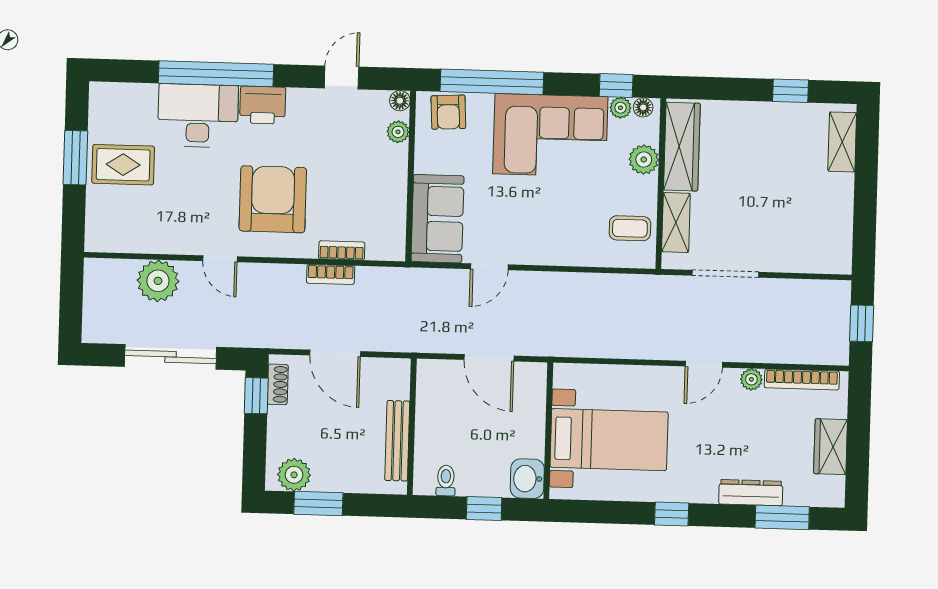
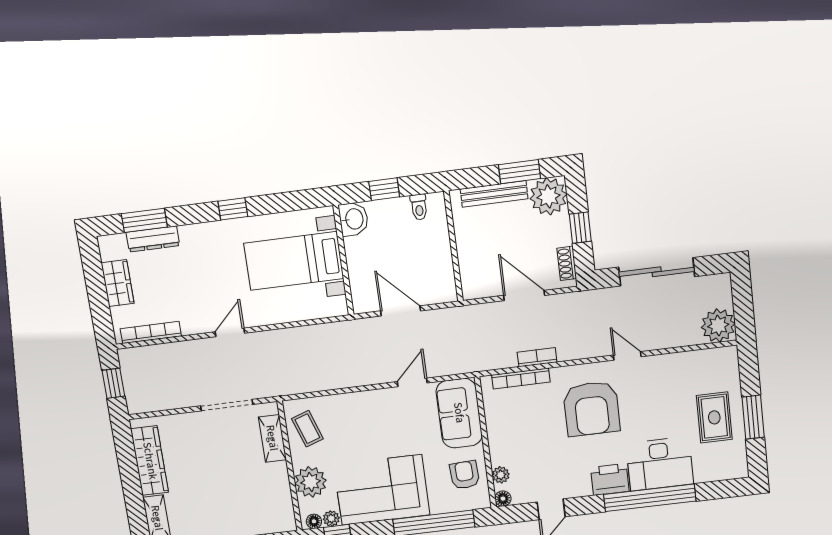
armchair: (448, 112) -> (465, 475), moved
wardrobe: (682, 147) -> (150, 461), moved, turned 180
plant: (644, 160) -> (310, 482), width x1.36, depth x1.36
rug: (123, 165) -> (714, 417), turned 90
coffee table: (630, 228) -> (307, 429), turned 71
bookcase: (342, 250) -> (521, 378), width x1.56
plant: (158, 281) -> (718, 326), moved
plant: (751, 379) -> (190, 326), removed
window: (256, 396) -> (580, 228), moved
bench: (397, 441) -> (494, 194), moved, turned 90
plant: (294, 475) -> (548, 196), width x1.36, depth x1.36
dresser: (751, 493) -> (153, 239), moved

